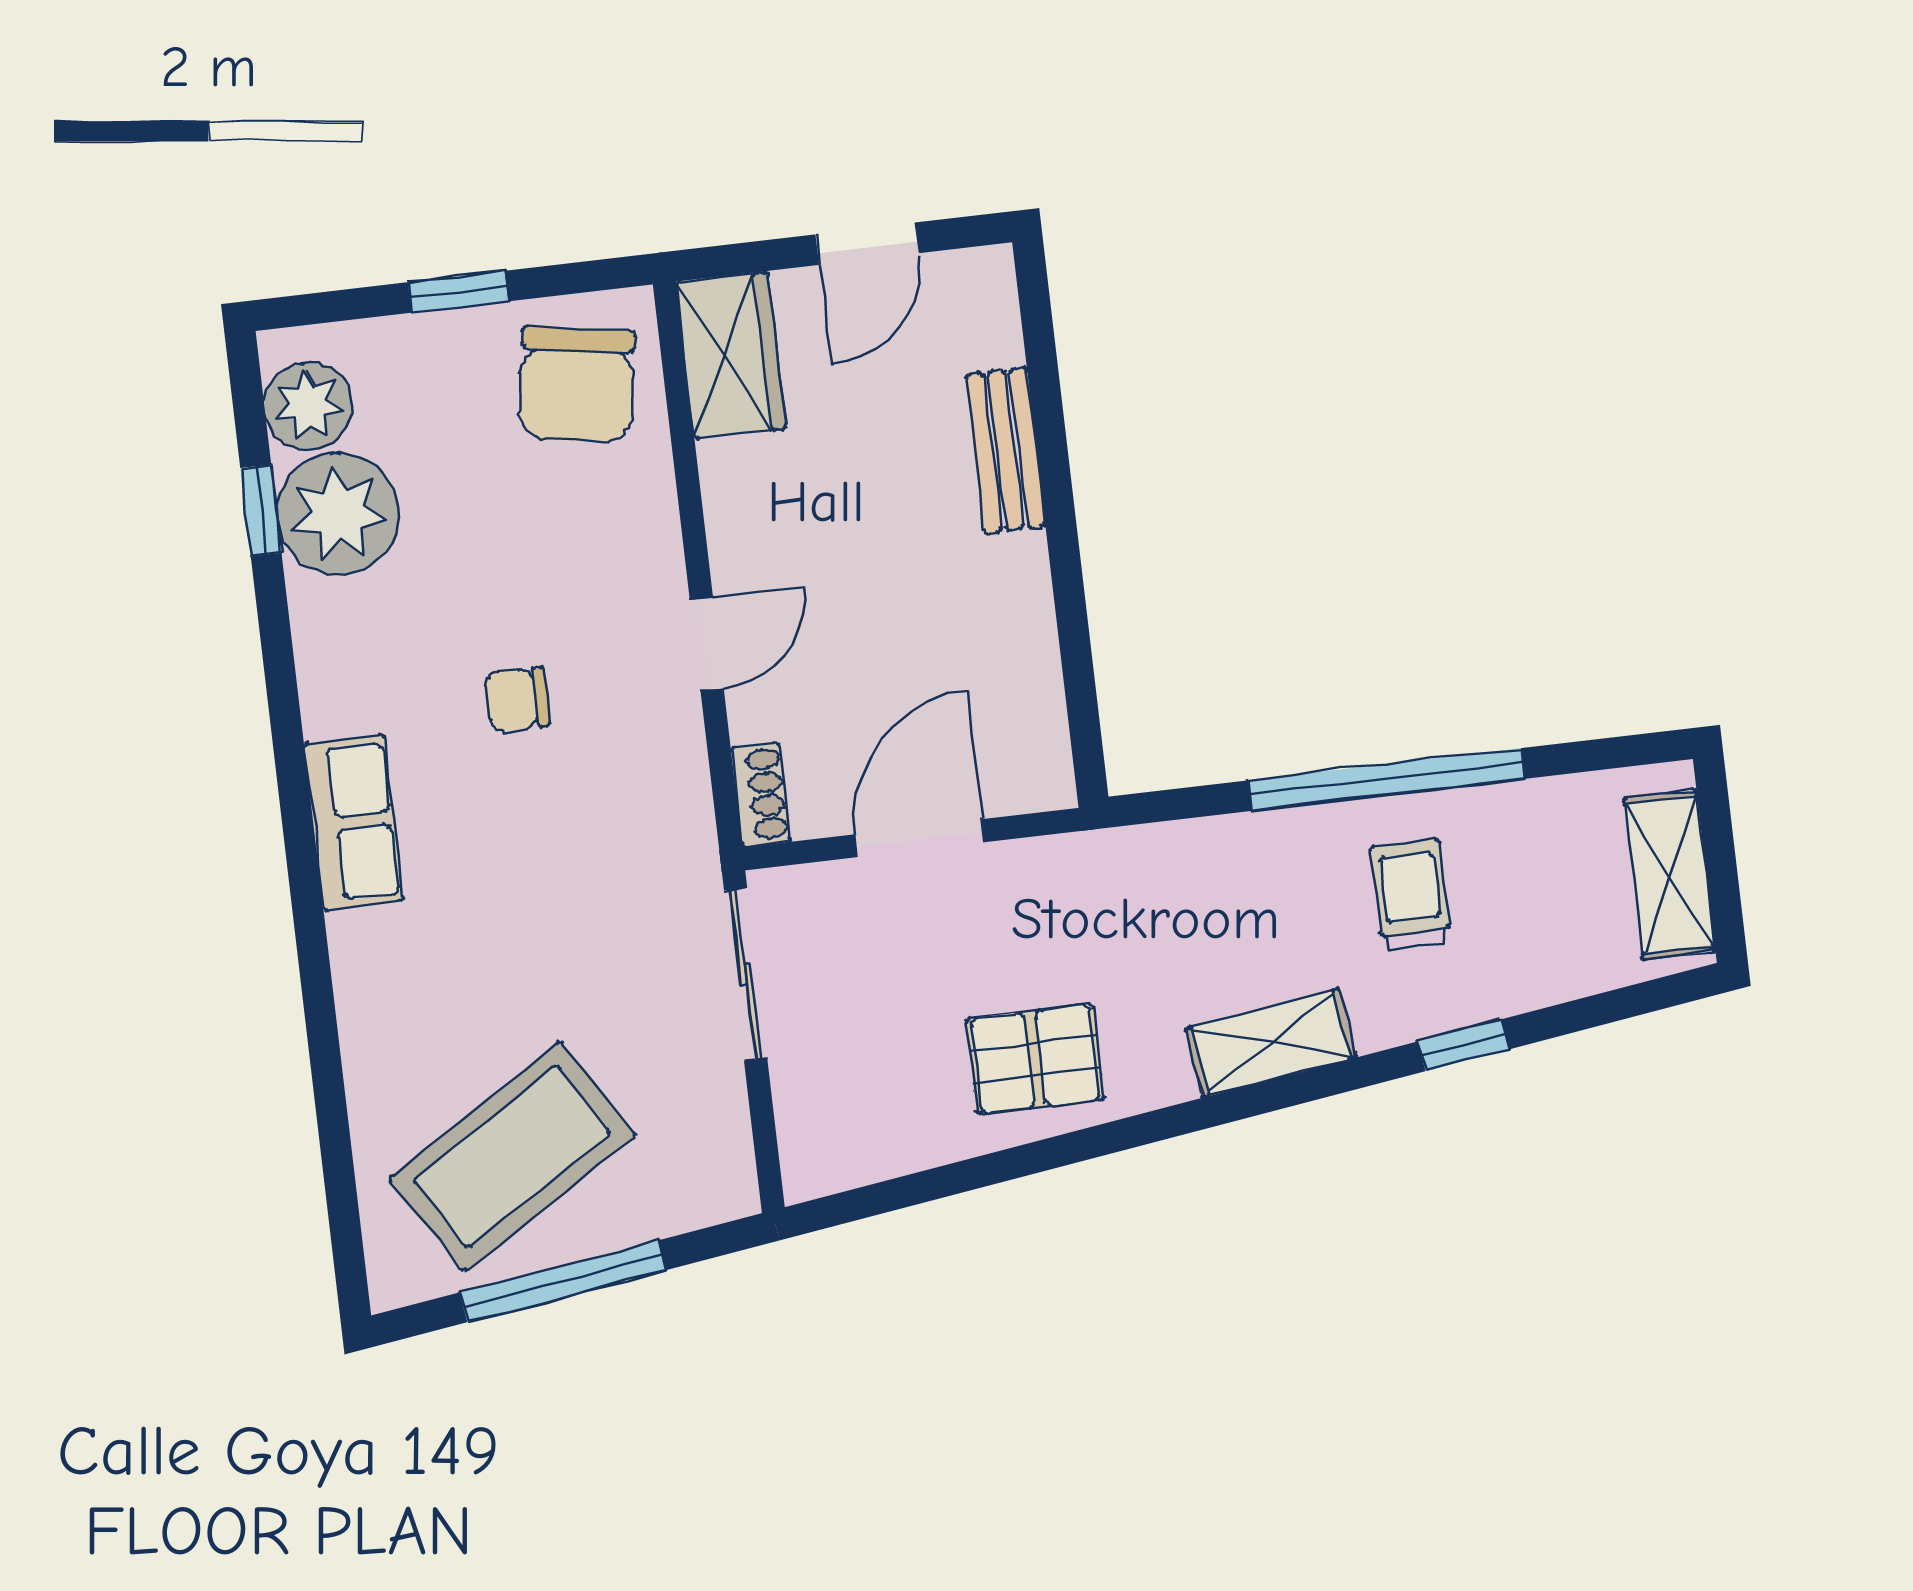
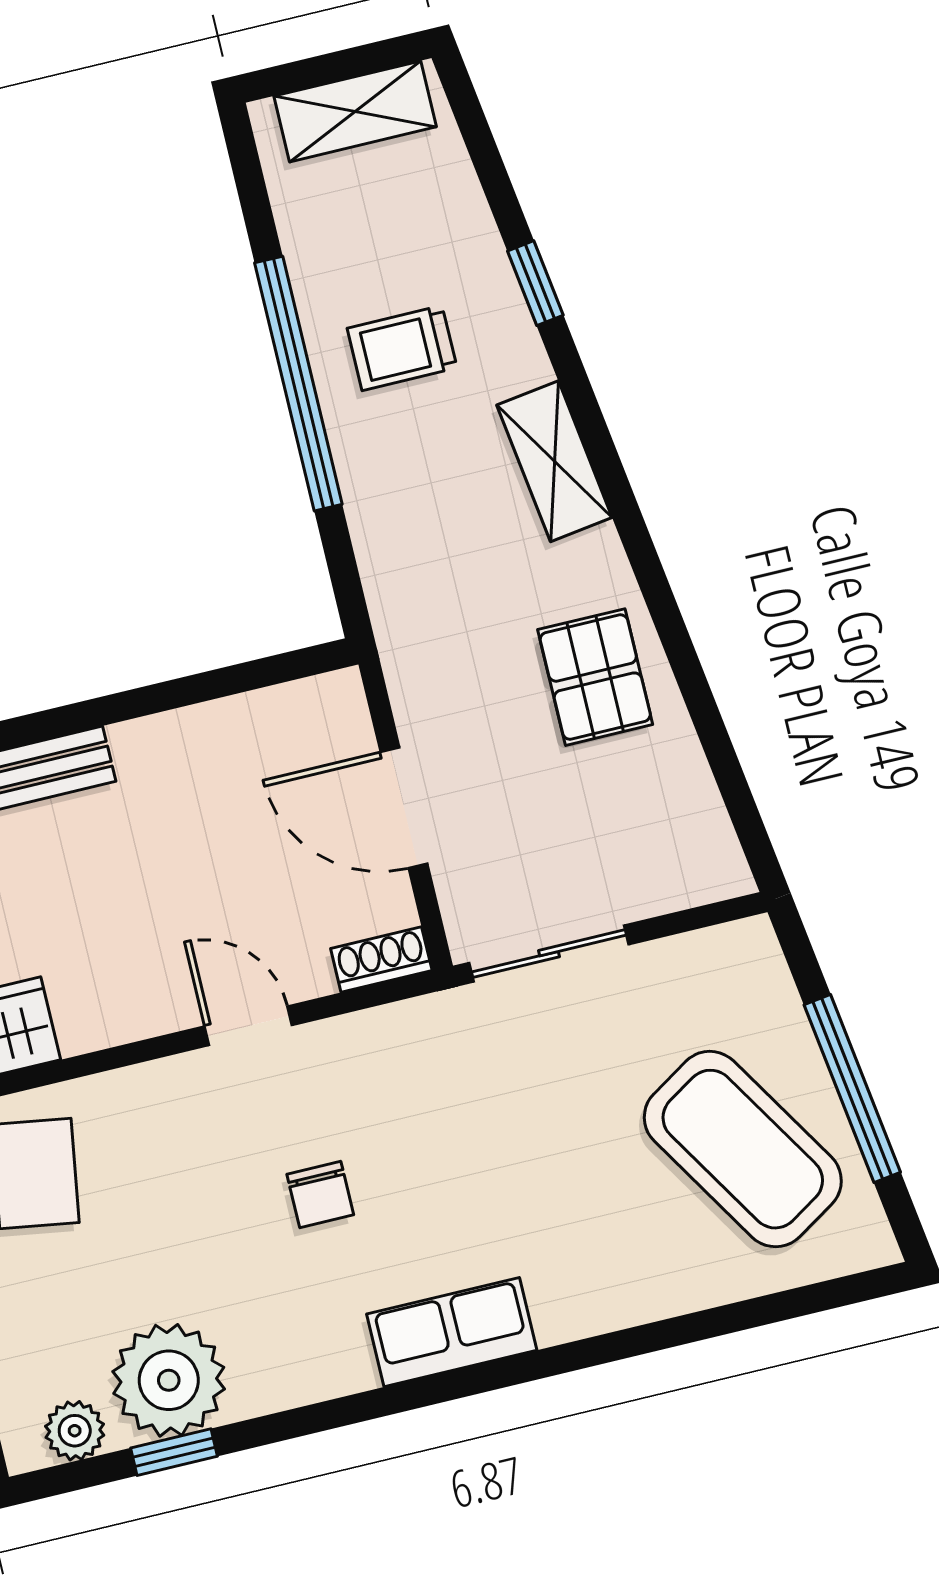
plant: (308, 406) -> (75, 1431), width x0.73, depth x0.73

